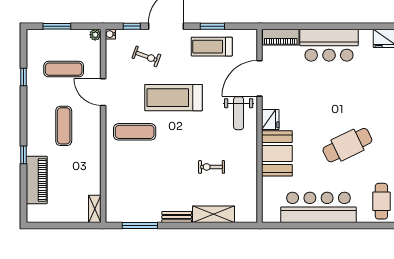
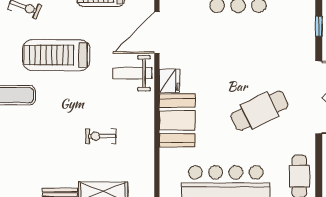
weight bench: (239, 113) -> (132, 73), turned 90

